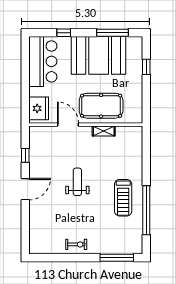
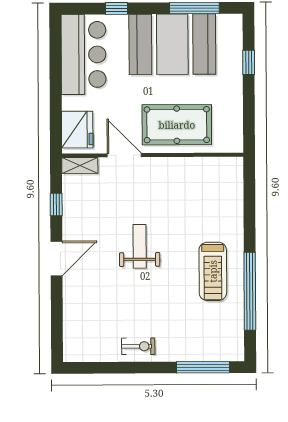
shelving: (104, 131) -> (80, 165), moved

